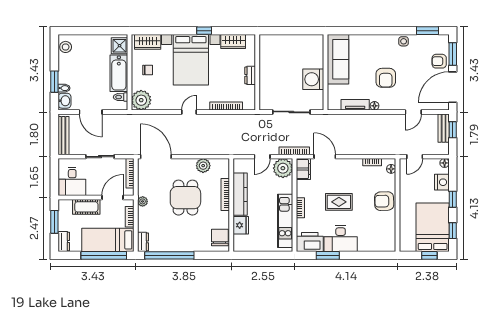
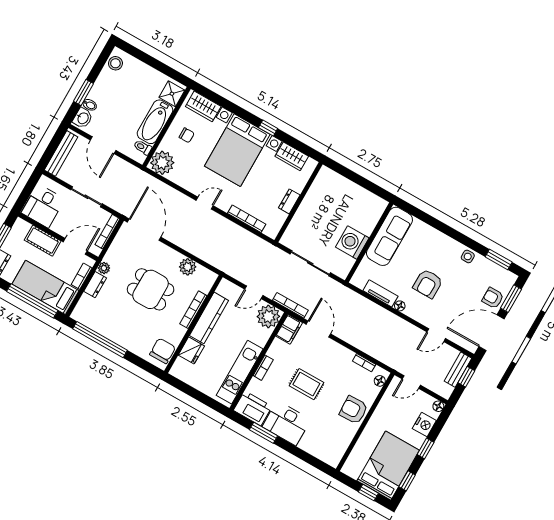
dining table: (185, 198) -> (151, 289), turned 90
dresser: (143, 242) -> (95, 285), moved

